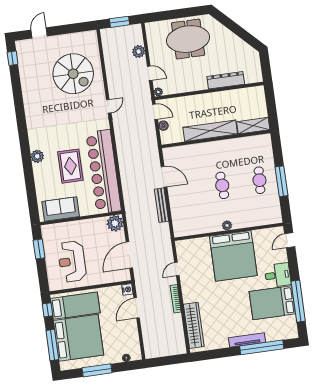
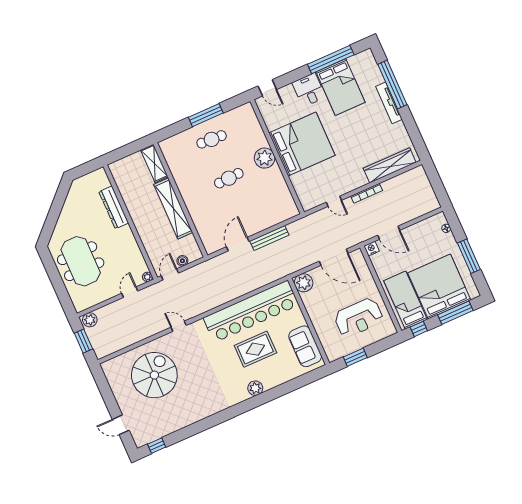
plant: (139, 51) -> (90, 320), moved
plant: (227, 225) -> (265, 158), width x1.88, depth x1.88

